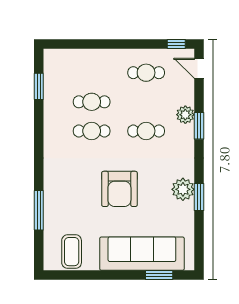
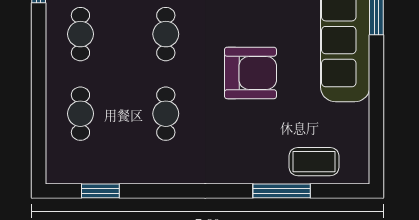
cafe table: (92, 102) -> (80, 114), moved
coffee table: (72, 252) -> (314, 162), moved

